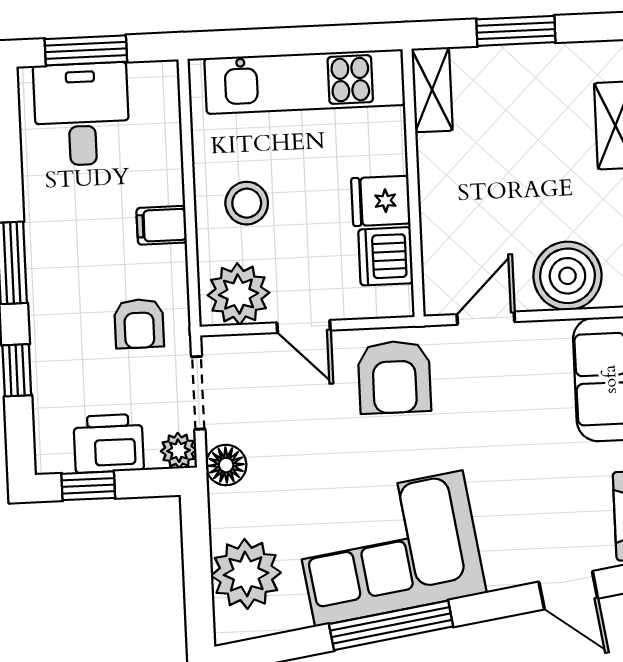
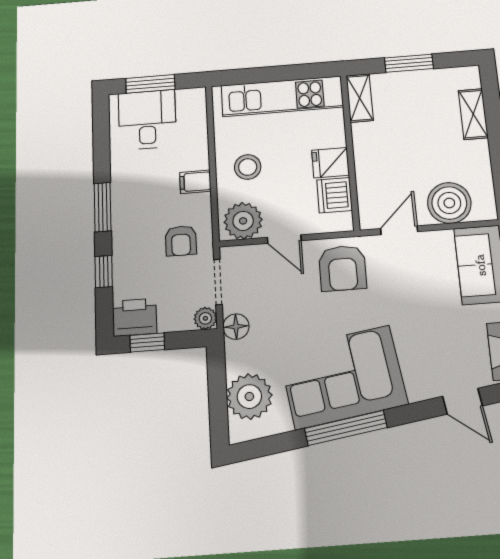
printer: (109, 443) -> (135, 317), moved

